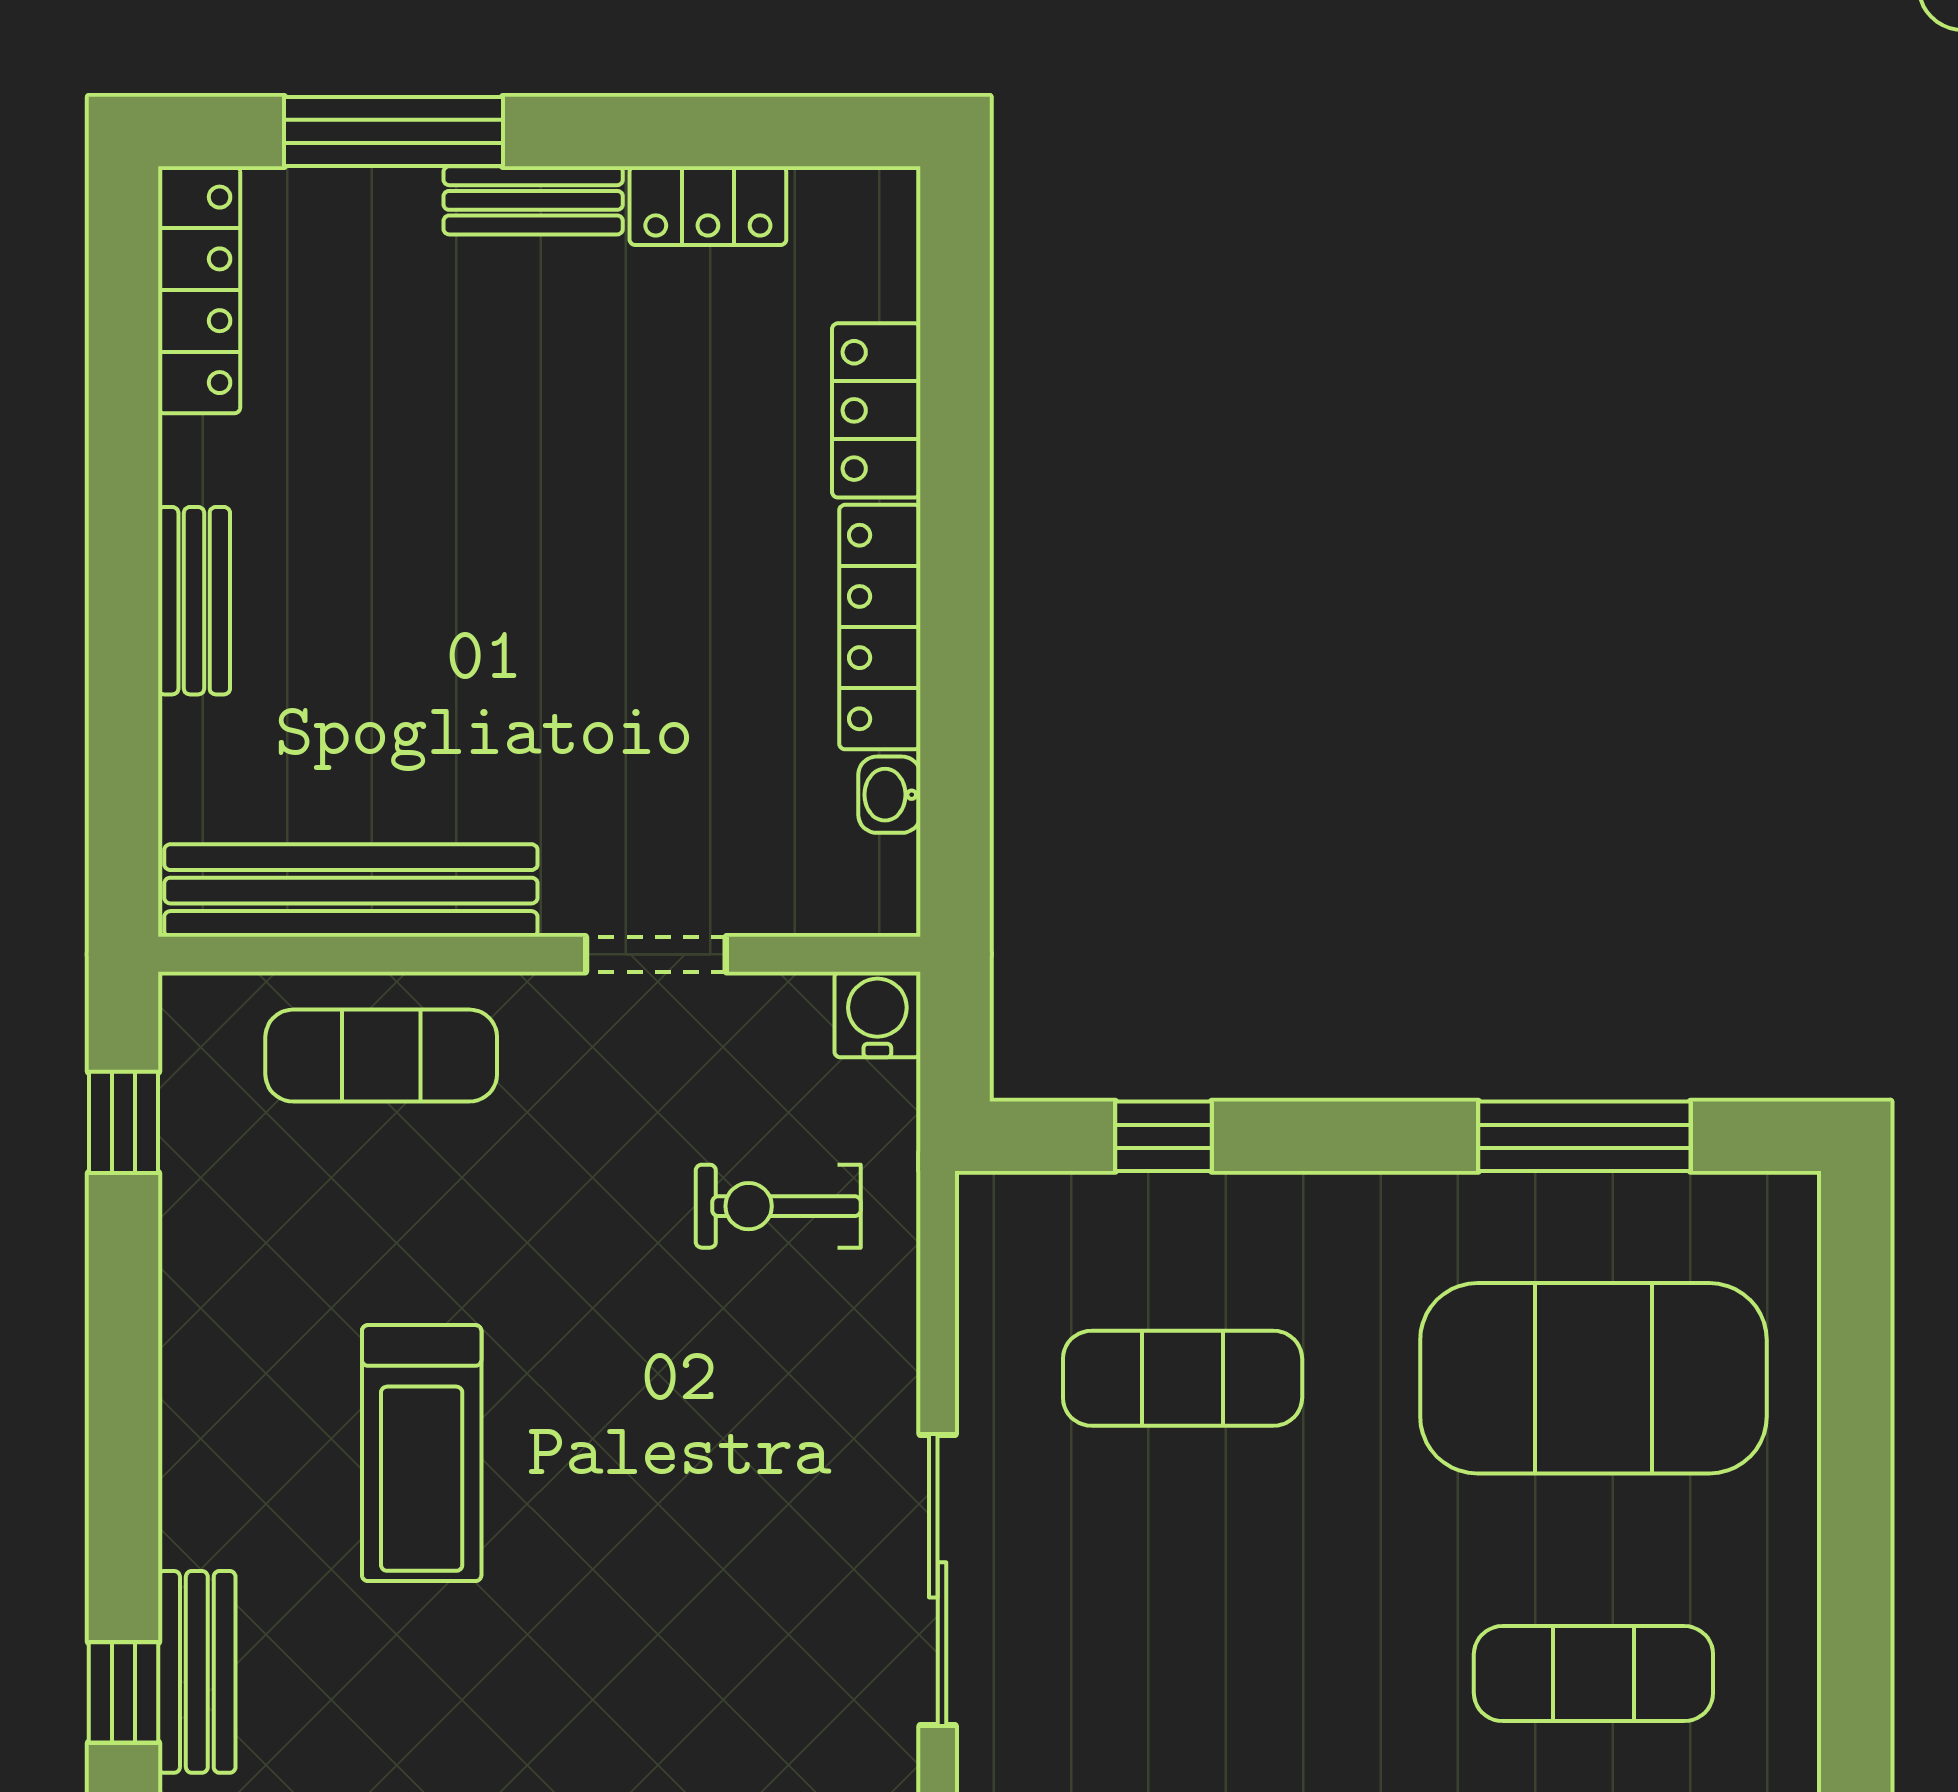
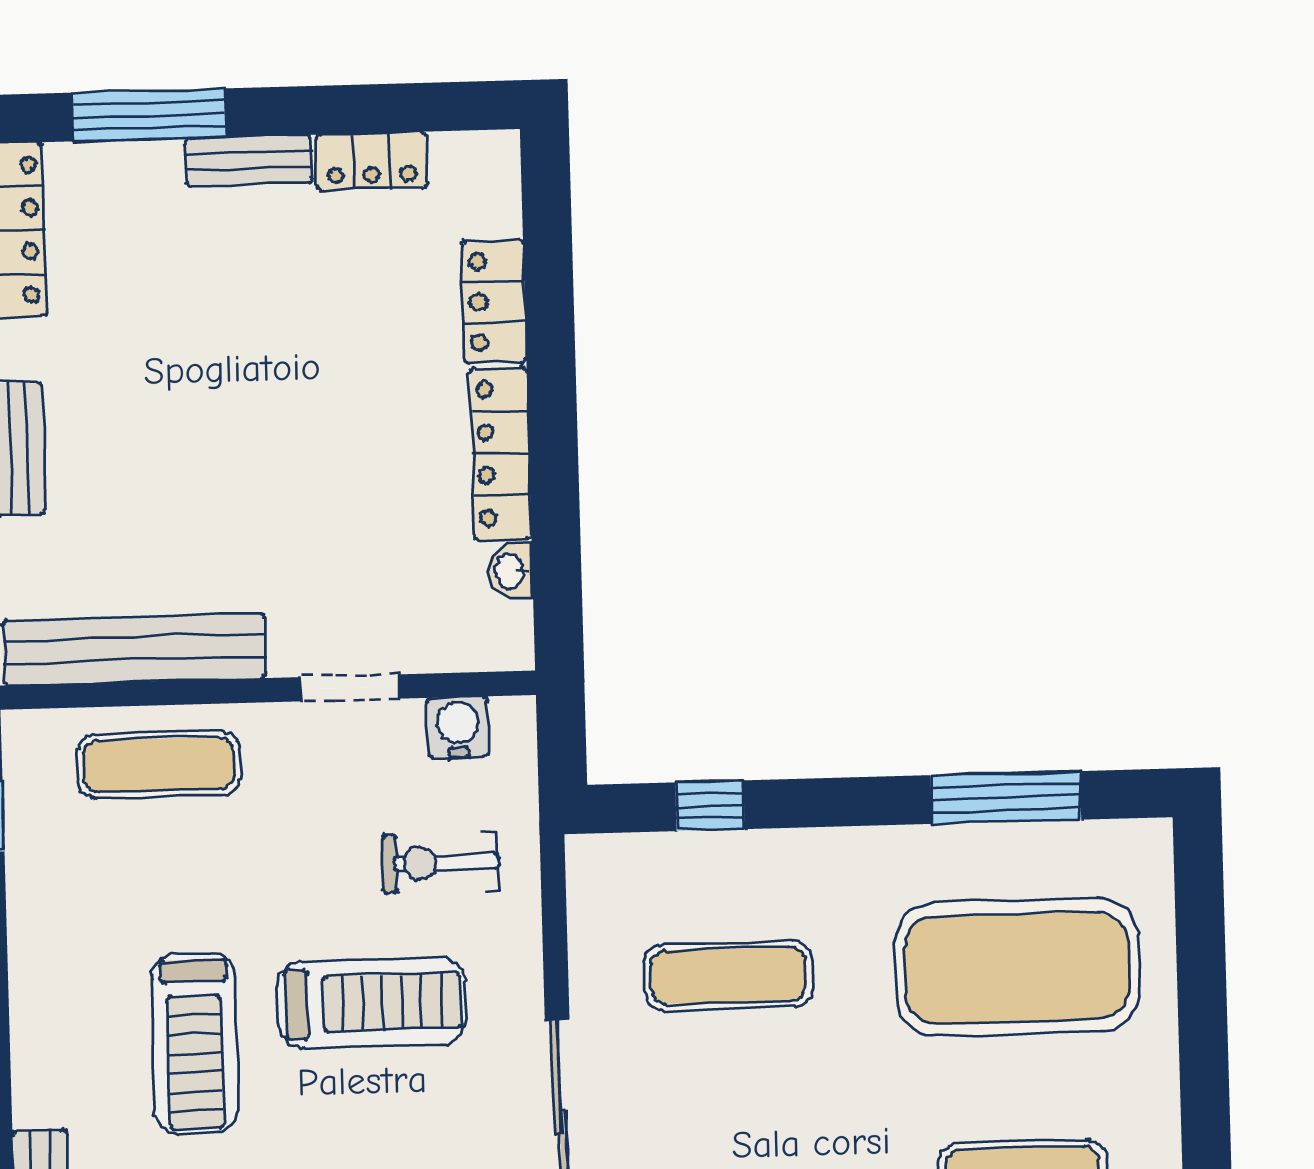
water cooler: (877, 1015) -> (458, 727), moved
treadmill: (674, 1403) -> (372, 1003), added

